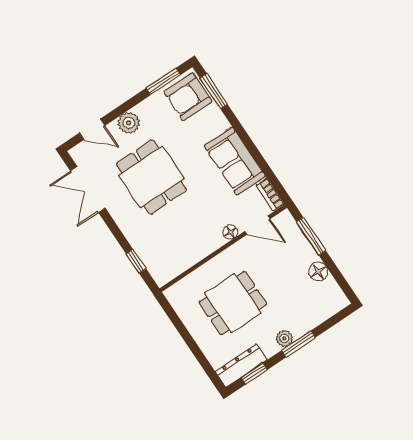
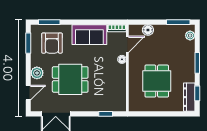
armchair: (188, 97) -> (52, 43), moved
window: (311, 236) -> (178, 22), moved
floor lamp: (318, 272) -> (148, 30), moved
plant: (284, 338) -> (190, 36), moved

